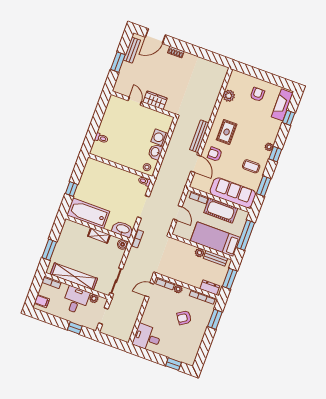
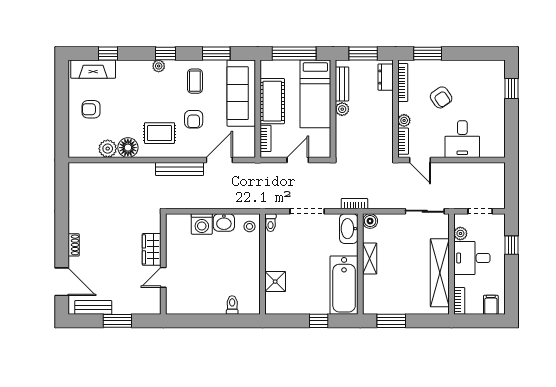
floor lamp: (225, 109) -> (128, 148), added
armchair: (215, 154) -> (194, 119), moved
shower: (106, 171) -> (275, 282), added
window: (49, 250) -> (391, 321), moved
desk: (147, 338) -> (462, 139), moved

